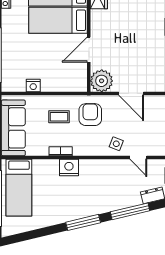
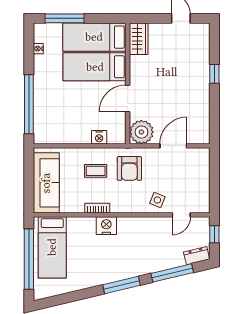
nightstand: (33, 86) -> (99, 137), moved
door: (131, 94) -> (173, 146), swing flipped
armchair: (90, 115) -> (129, 168), turned 180
door: (138, 158) -> (181, 215), hinge flipped

